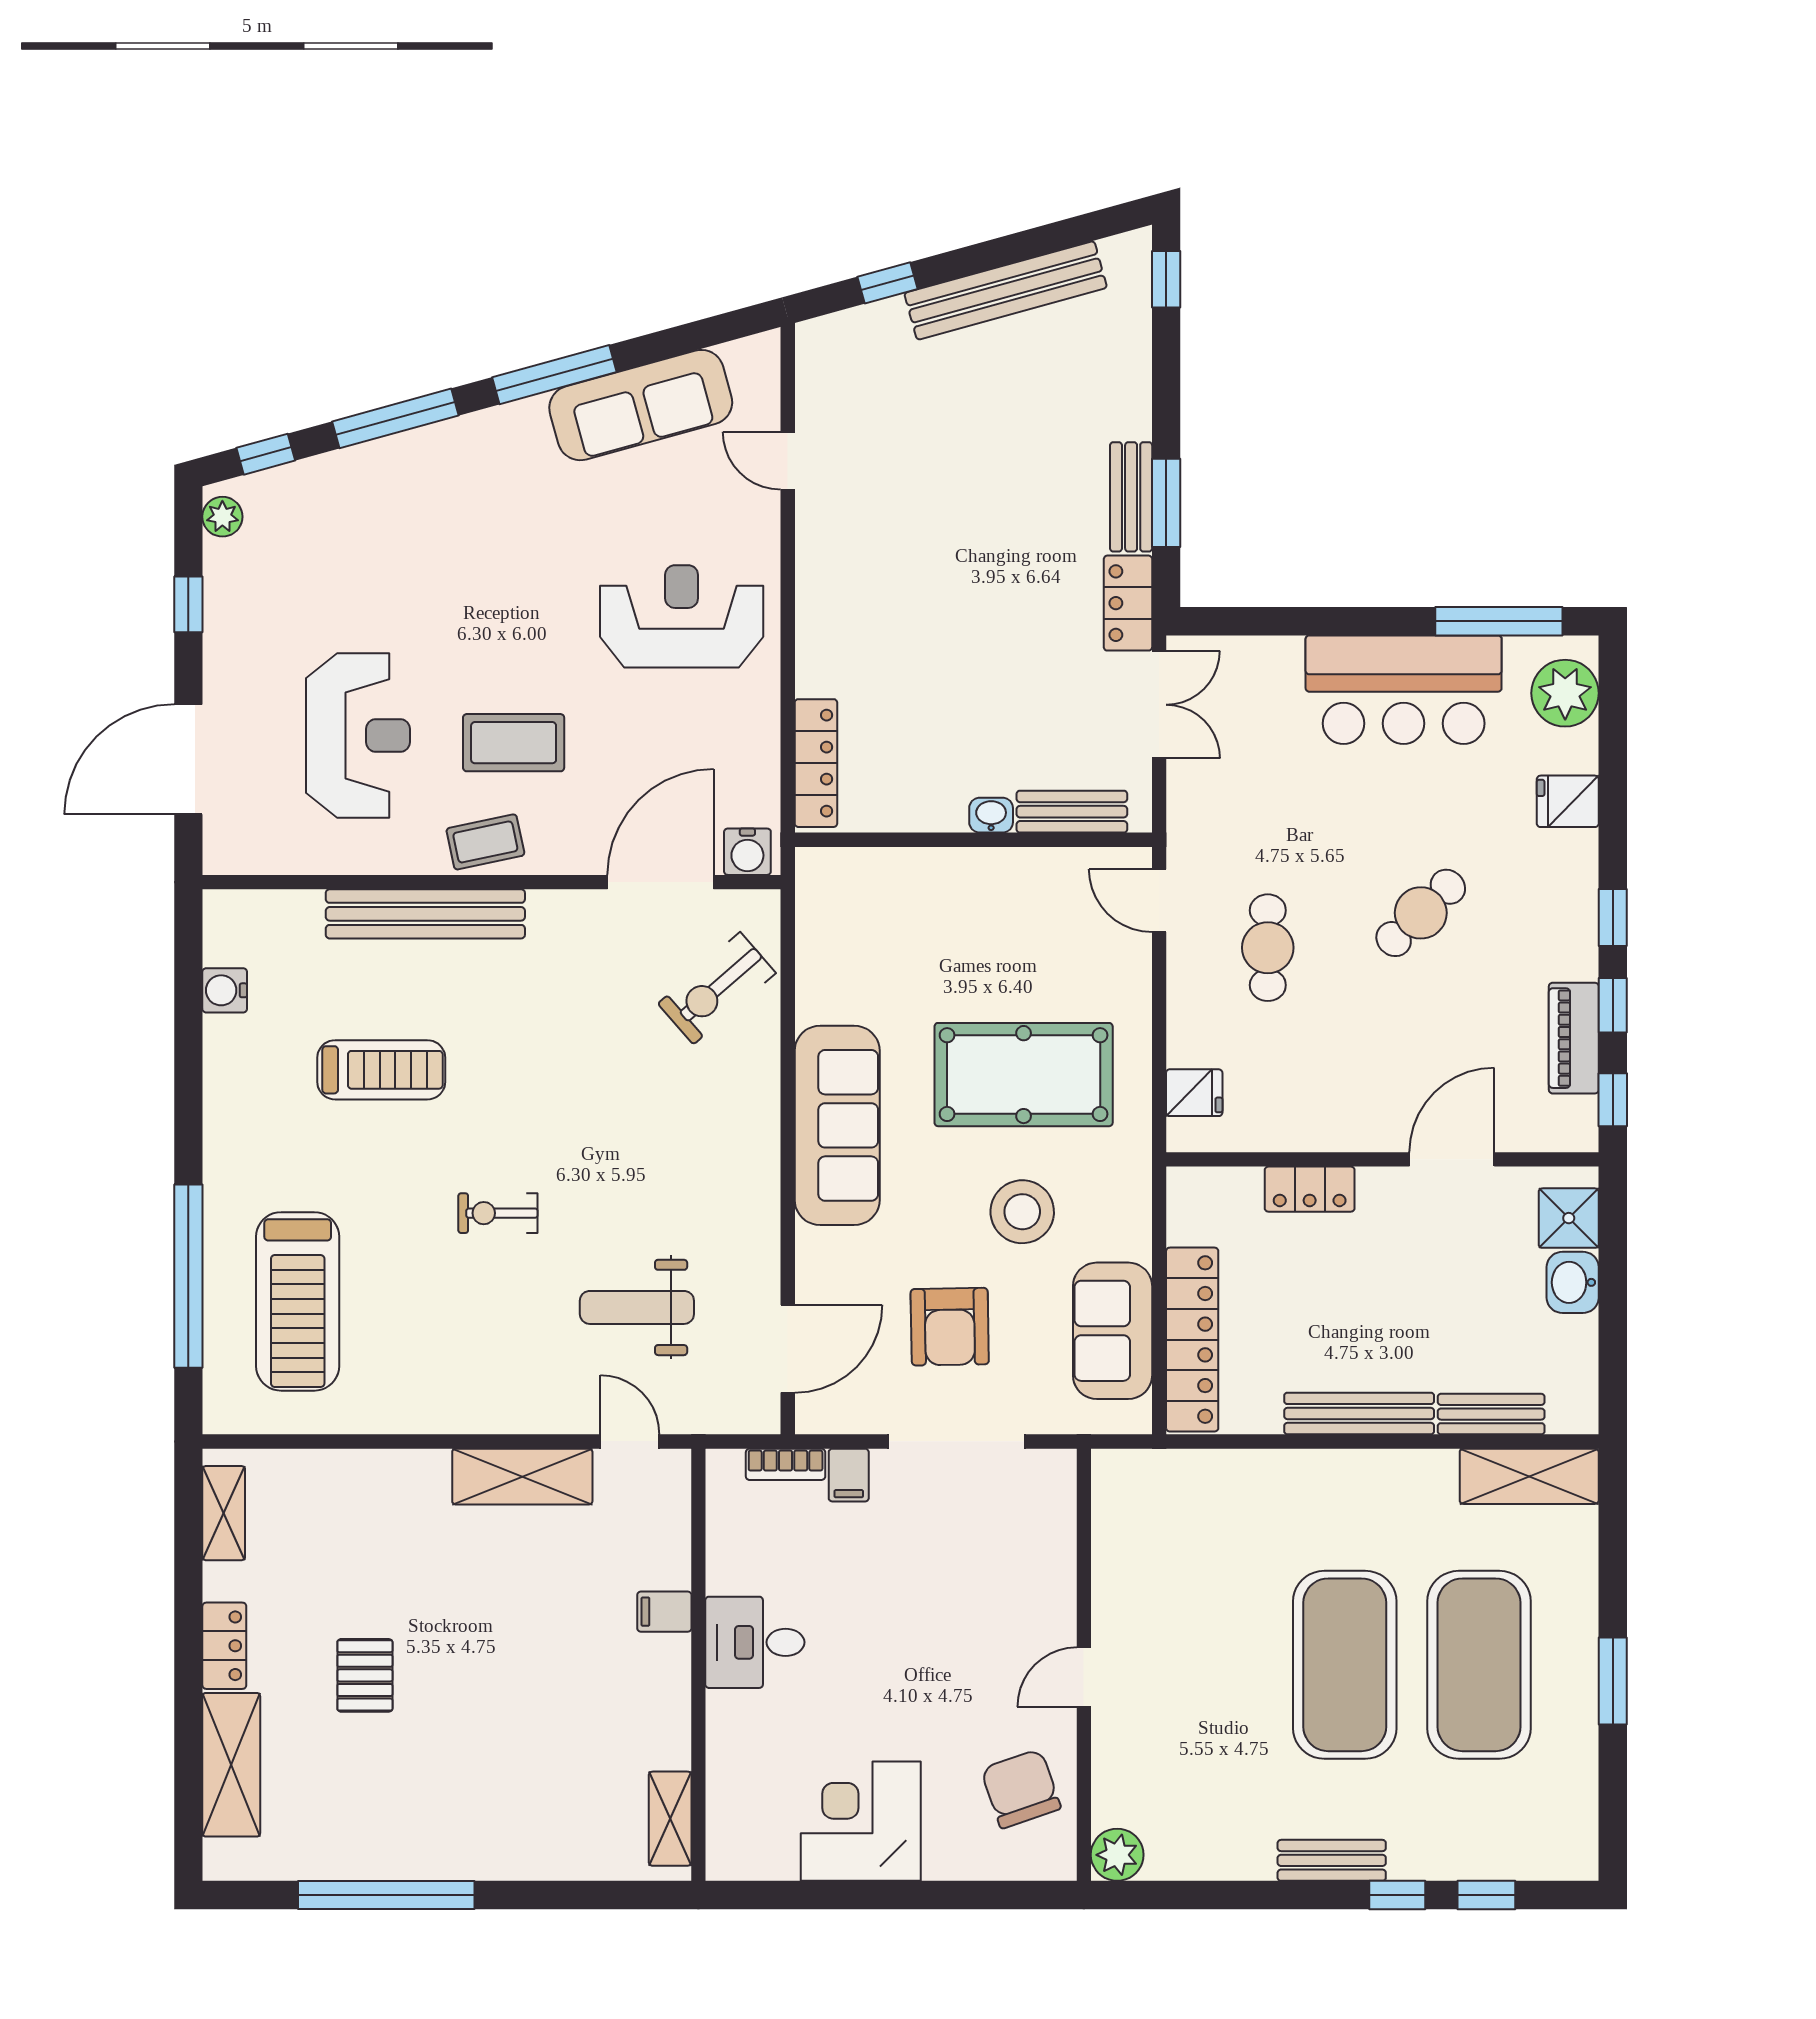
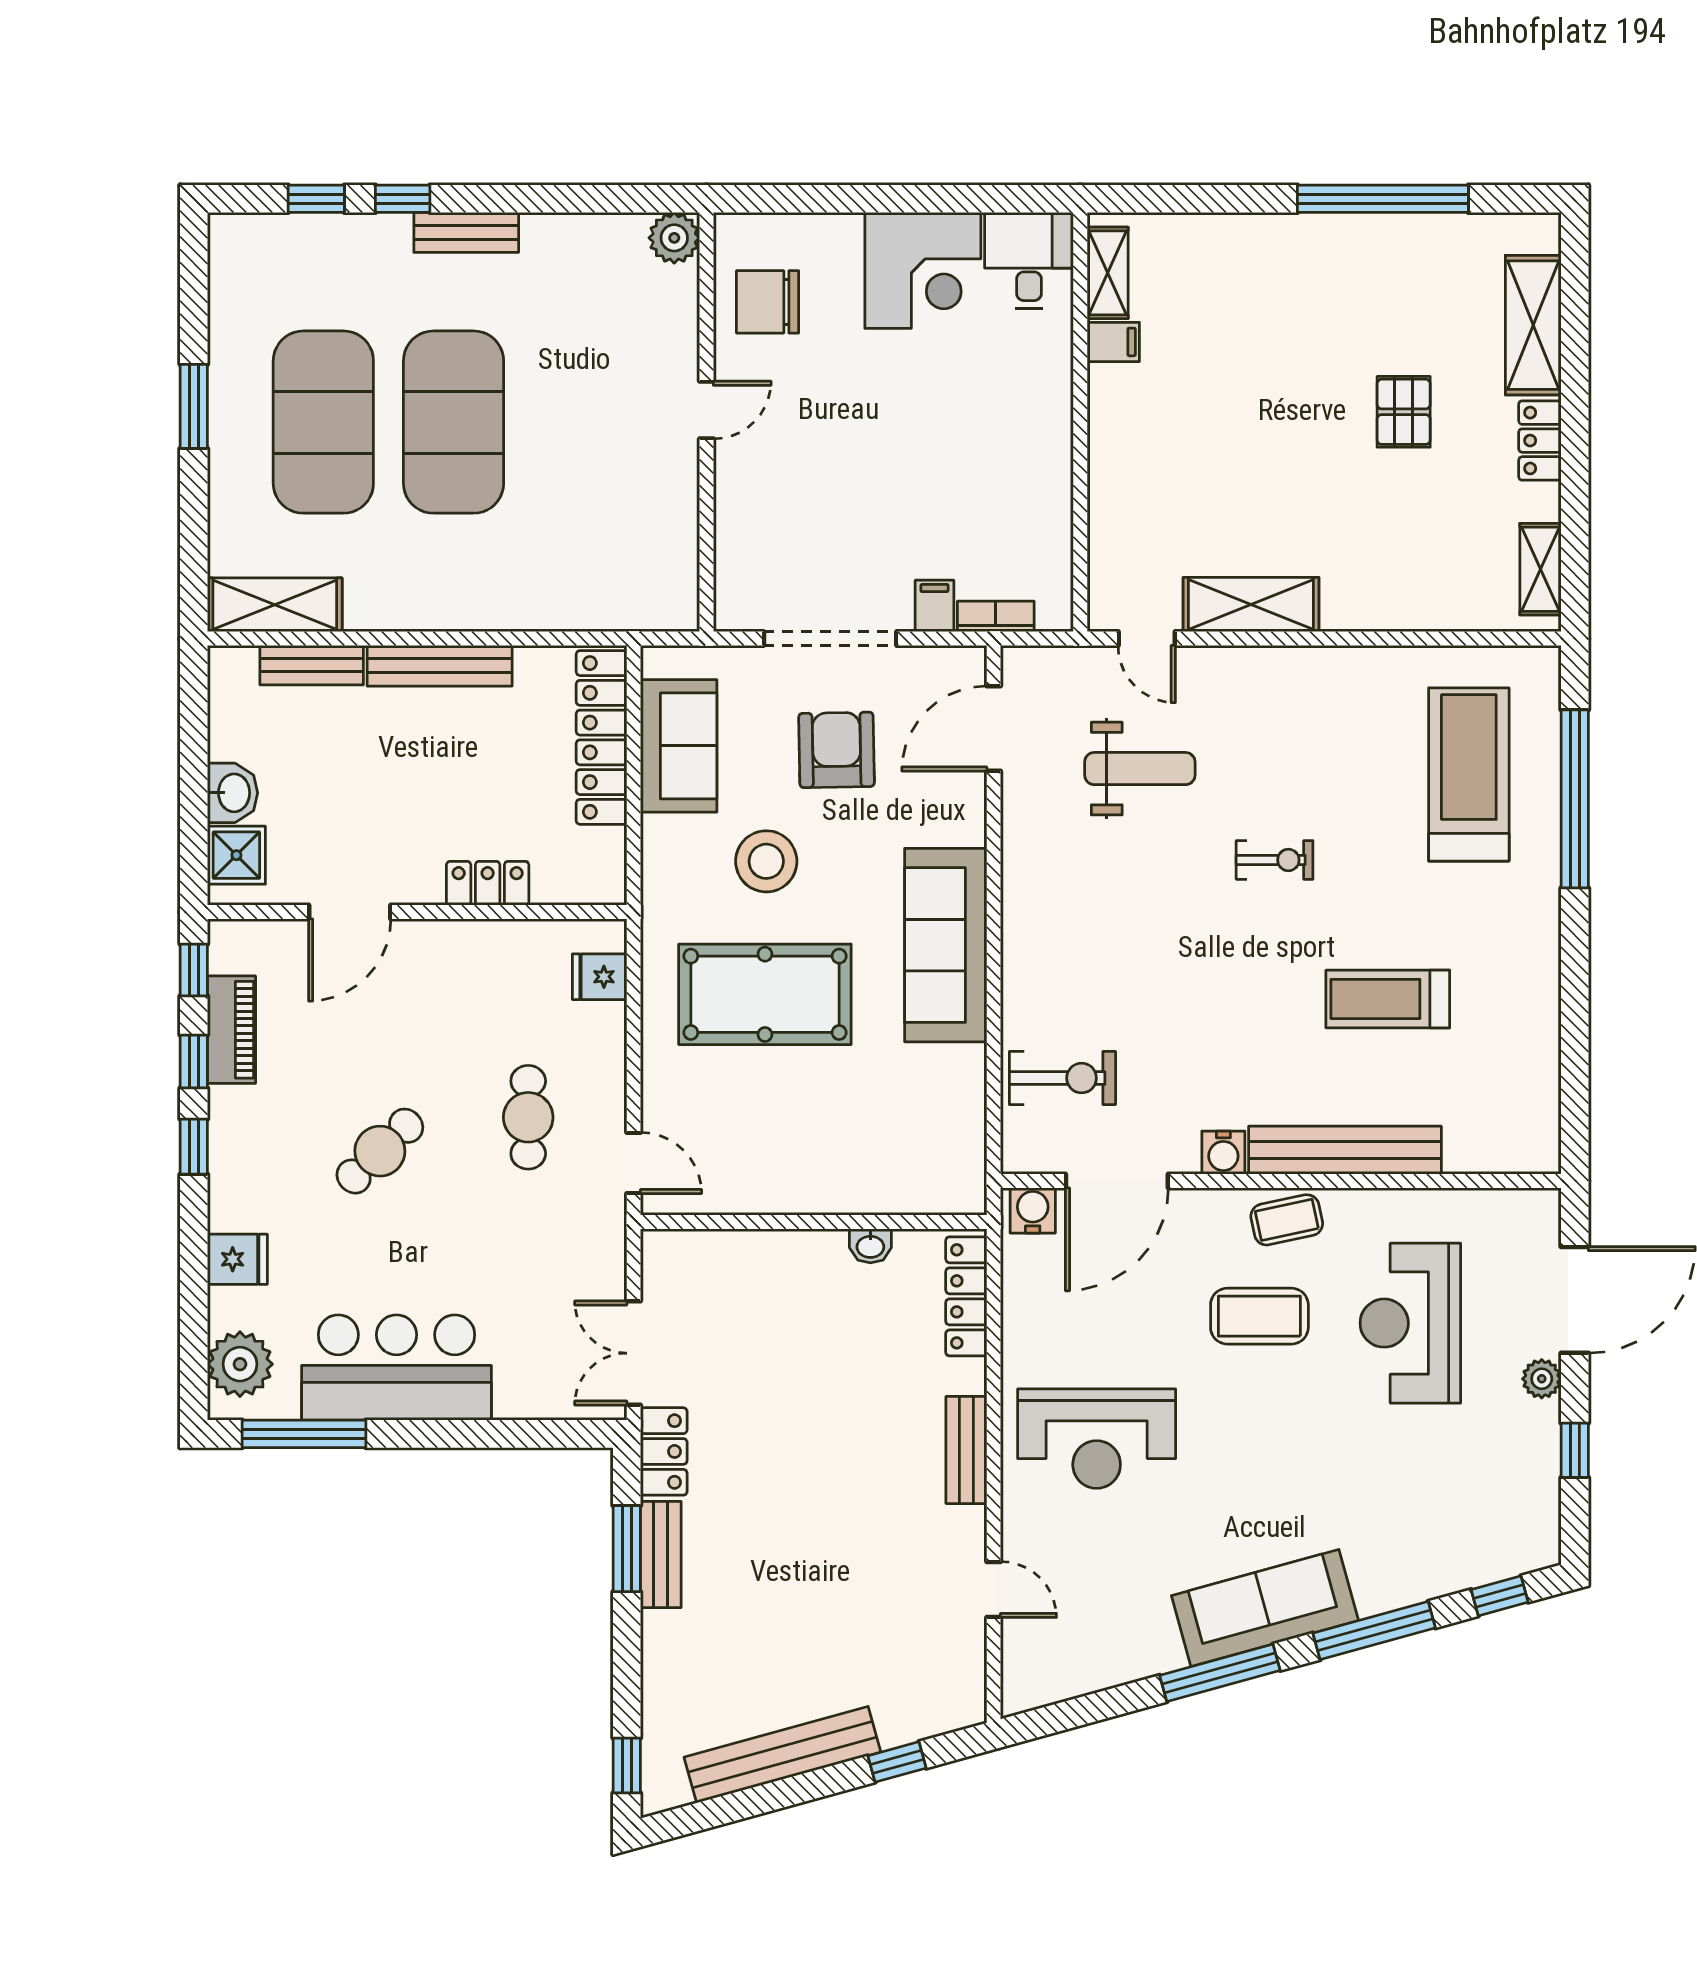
sofa: (641, 405) -> (1265, 1608), moved
plant: (222, 517) -> (1542, 1379), moved
bench: (1072, 812) -> (966, 1450), moved, turned 90
washbasin: (991, 815) -> (870, 1246), moved
exercise bike: (717, 988) -> (1062, 1078), turned 41
water cooler: (225, 990) -> (1223, 1153), moved, turned 90
filing cabinet: (664, 1612) -> (1113, 342), moved
desk: (755, 1642) -> (1029, 260), moved, turned -90
chair: (1021, 1789) -> (768, 302), turned 109

